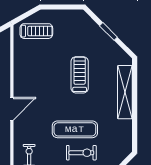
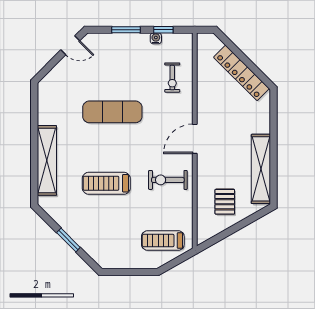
treadmill: (80, 75) -> (106, 183), turned 90
exercise bike: (81, 153) -> (168, 180), moved

